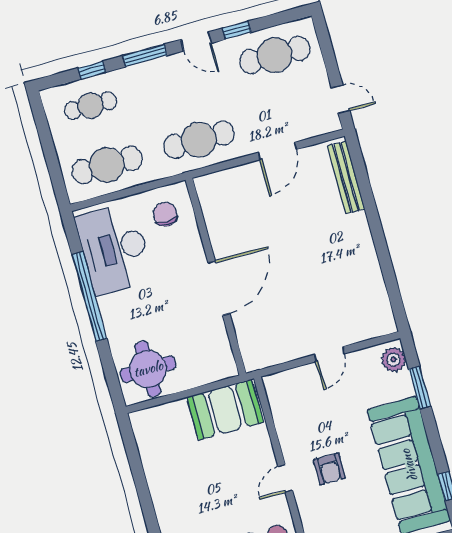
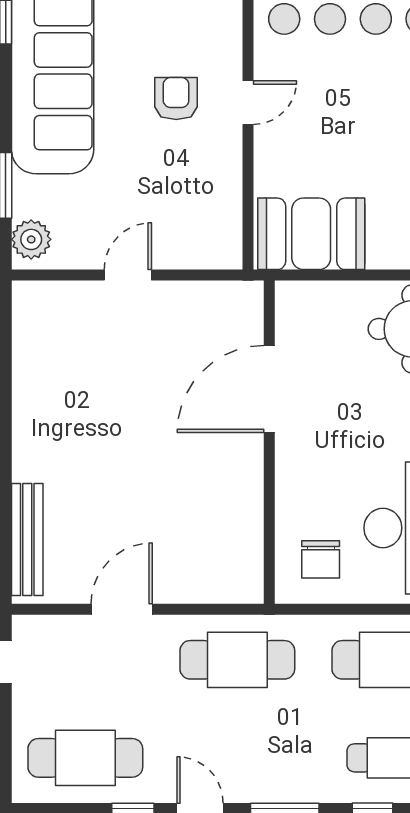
door: (219, 288) -> (269, 389), moved

